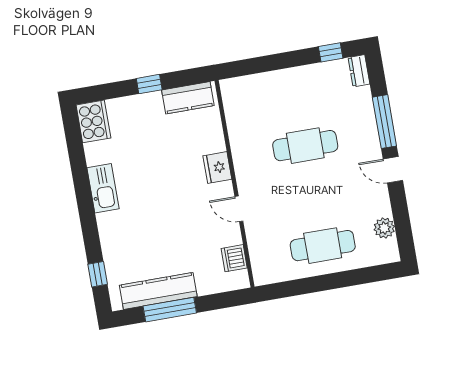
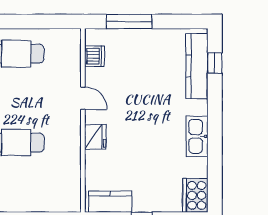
kitchen counter: (158, 291) -> (197, 66), moved, turned 90
window: (170, 310) -> (129, 22), moved

